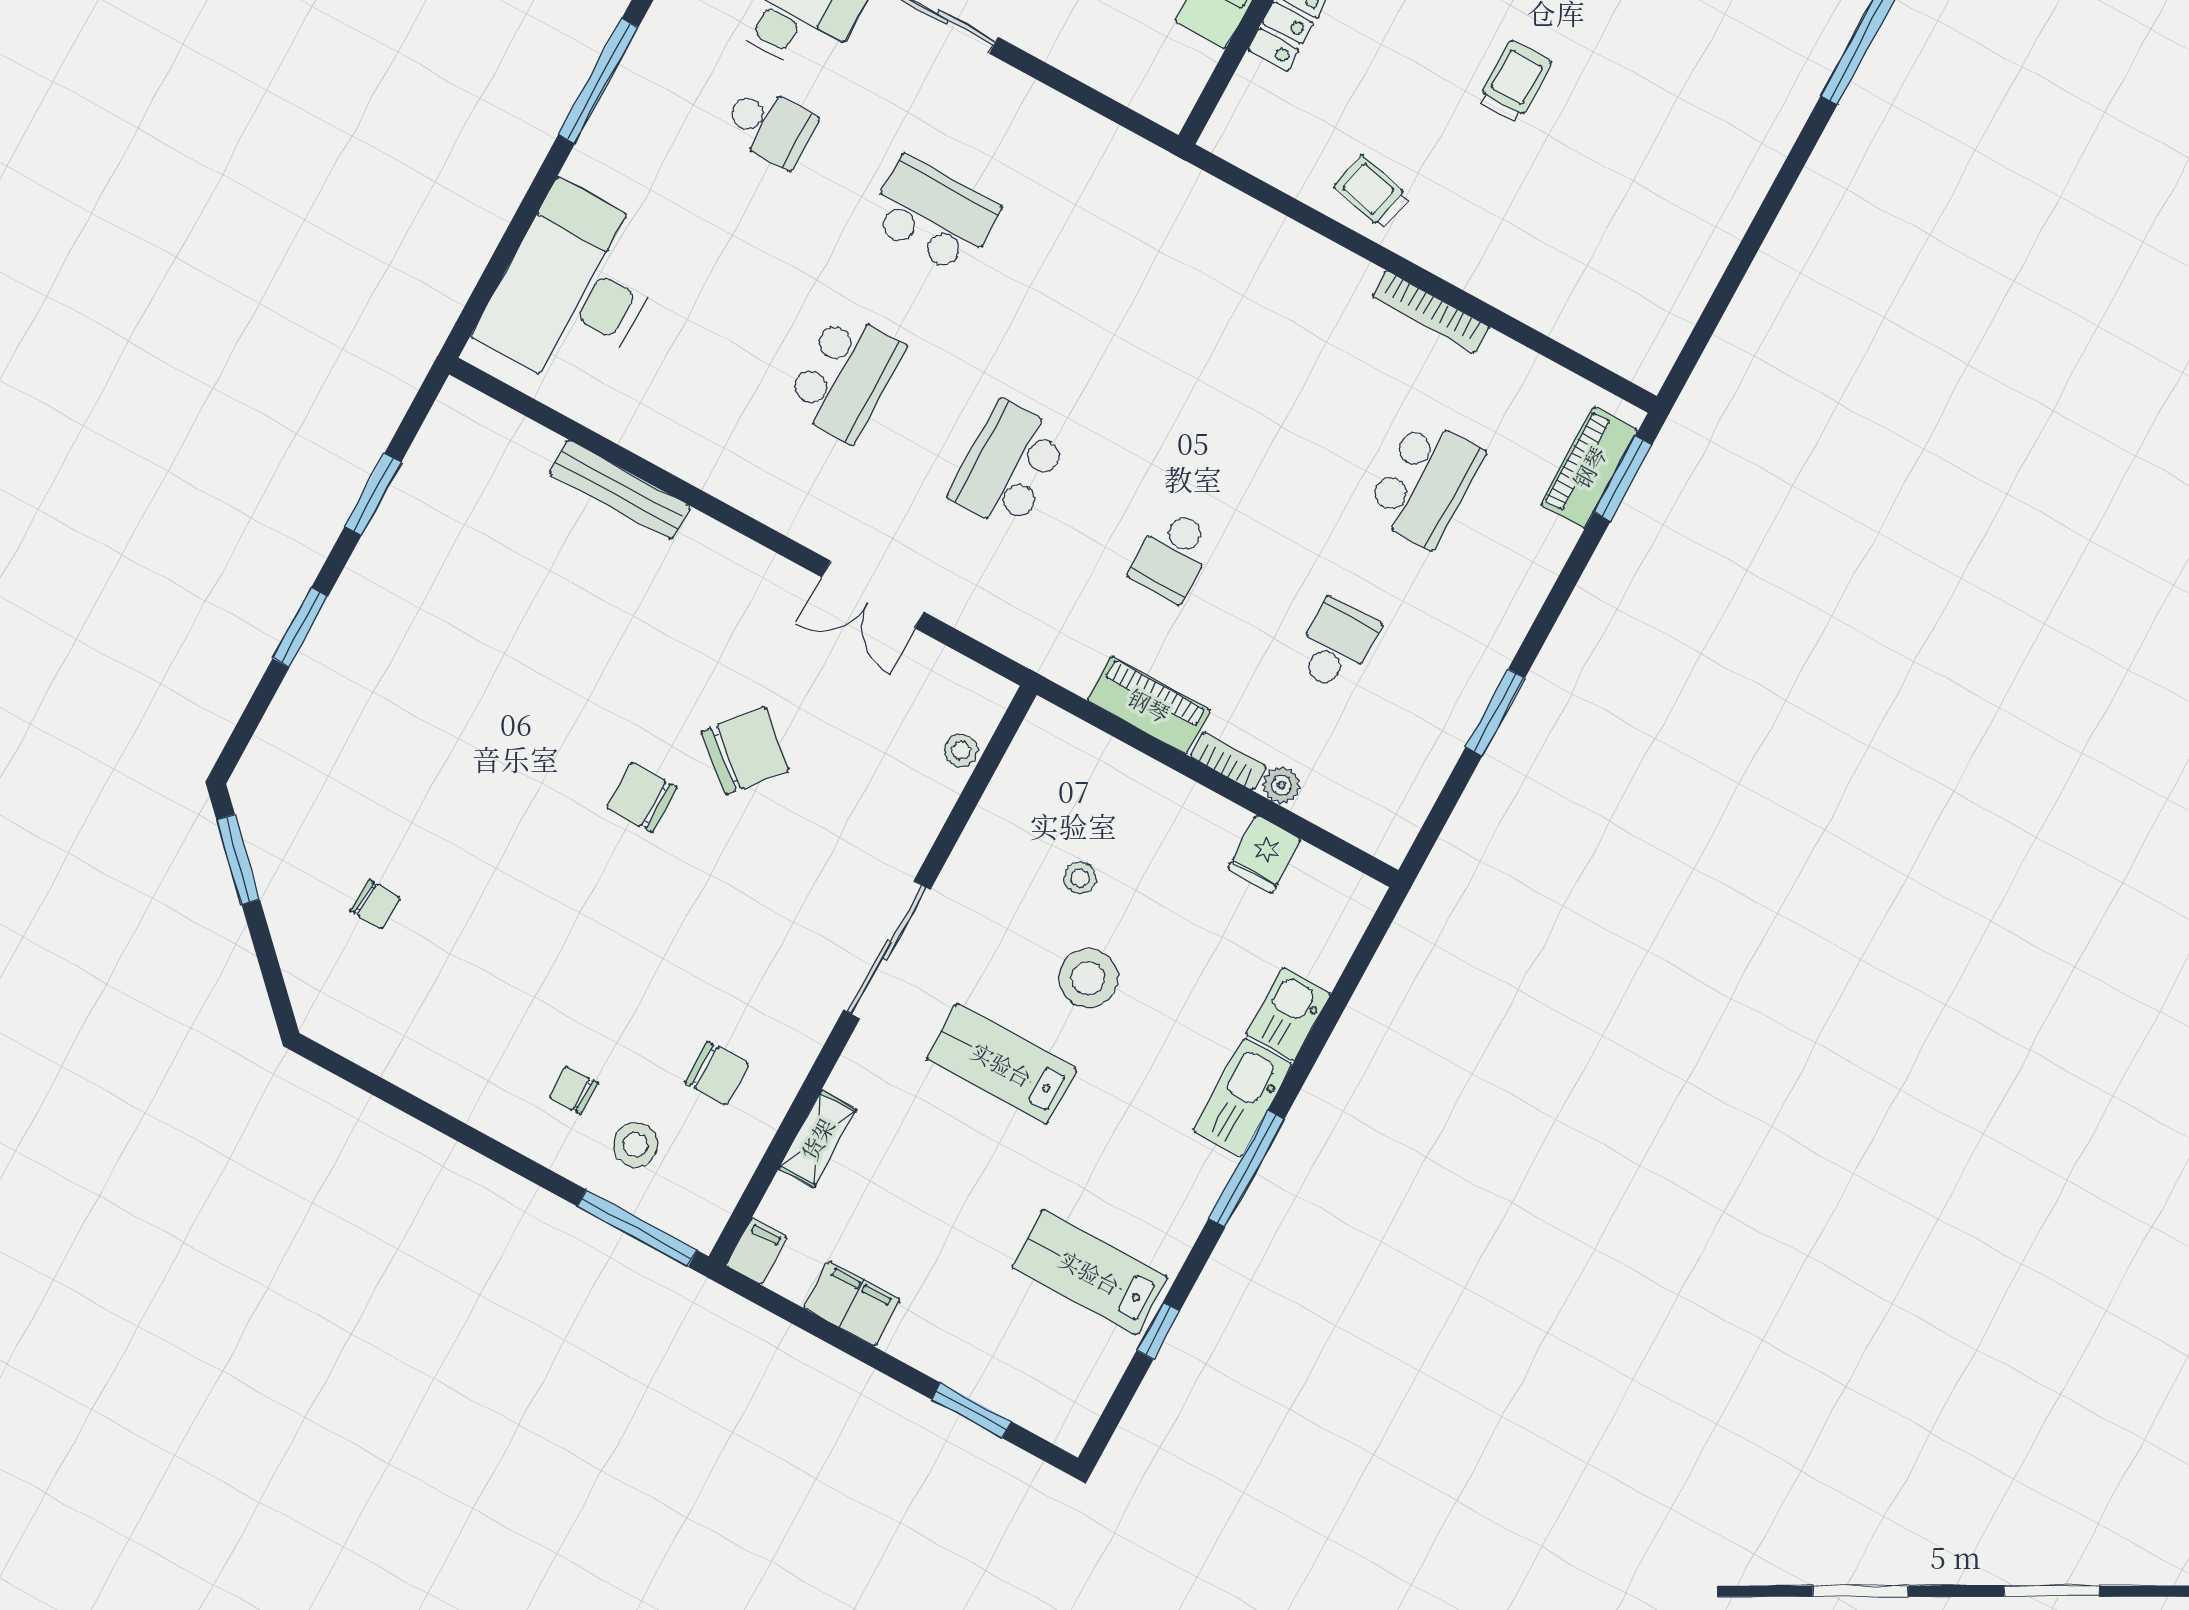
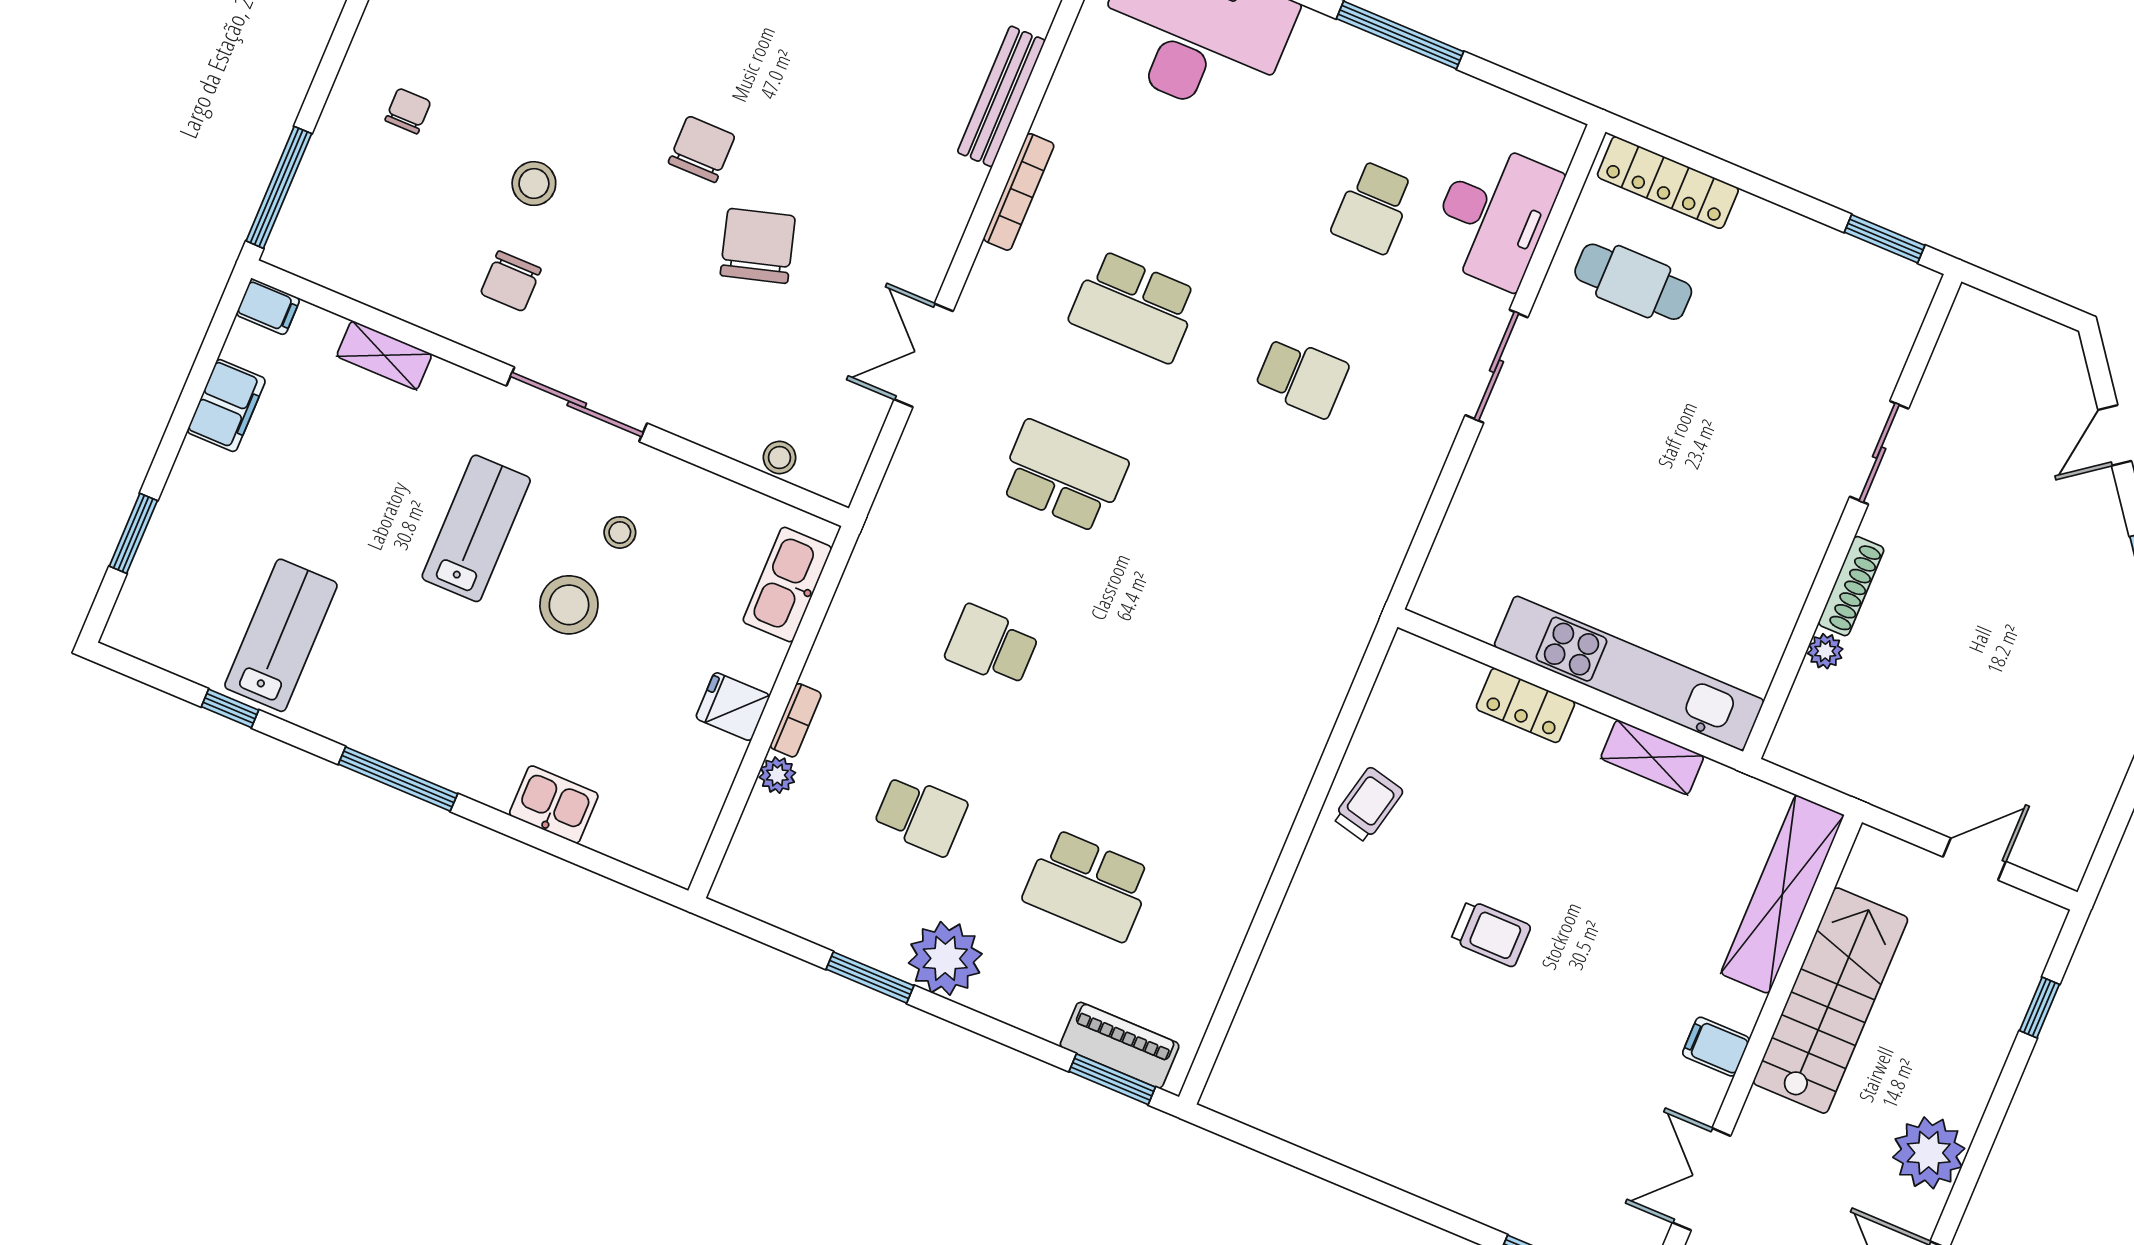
school desk: (933, 215) -> (1302, 377), width x0.54
bookcase: (1431, 312) -> (1019, 192), moved, turned 180
plant: (1484, 635) -> (945, 958), added
piano: (1149, 705) -> (843, 637), removed
chair: (745, 751) -> (758, 246), turned -146
fridge: (1264, 854) -> (733, 707), moved
stool: (1080, 878) -> (620, 532), moved
chair: (717, 1073) -> (511, 281), moved
kitchen sink: (1243, 1097) -> (787, 585), moved, turned -90
stool: (635, 1145) -> (534, 184), moved

